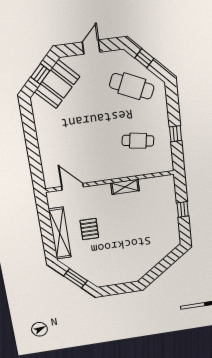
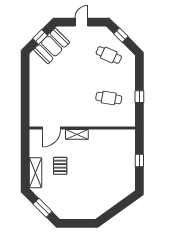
cafe table: (132, 86) -> (109, 55), width x0.73, depth x0.74
door: (72, 187) -> (52, 128), swing flipped
shelving: (125, 187) -> (77, 134), moved
shelving: (60, 233) -> (35, 173), width x0.68

